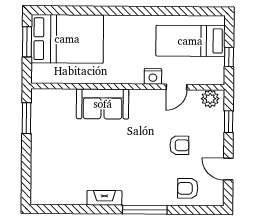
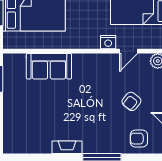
sofa: (103, 104) -> (49, 66), moved
armchair: (179, 145) -> (131, 101), turned 129

